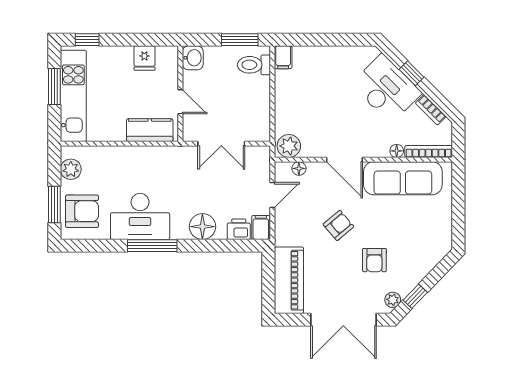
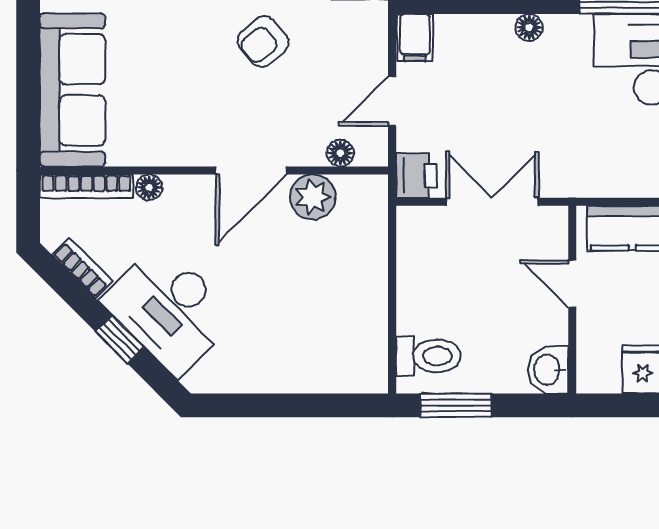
filing cabinet: (283, 57) -> (371, 371), removed
plant: (289, 146) -> (313, 197), moved
door: (345, 160) -> (251, 170), swing flipped
sofa: (403, 178) -> (72, 90), moved, turned 90
floor lamp: (202, 227) -> (529, 27), width x0.53, depth x0.53
printer: (239, 229) -> (416, 175), moved, turned -90

